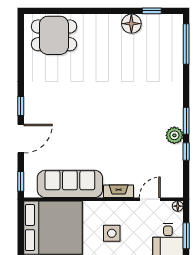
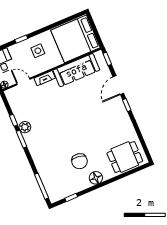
floor lamp: (131, 24) -> (96, 178), moved
chair: (119, 56) -> (80, 161), added
door: (150, 199) -> (23, 81), swing flipped

